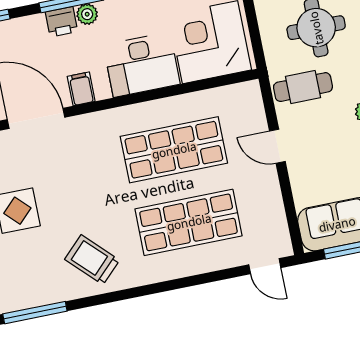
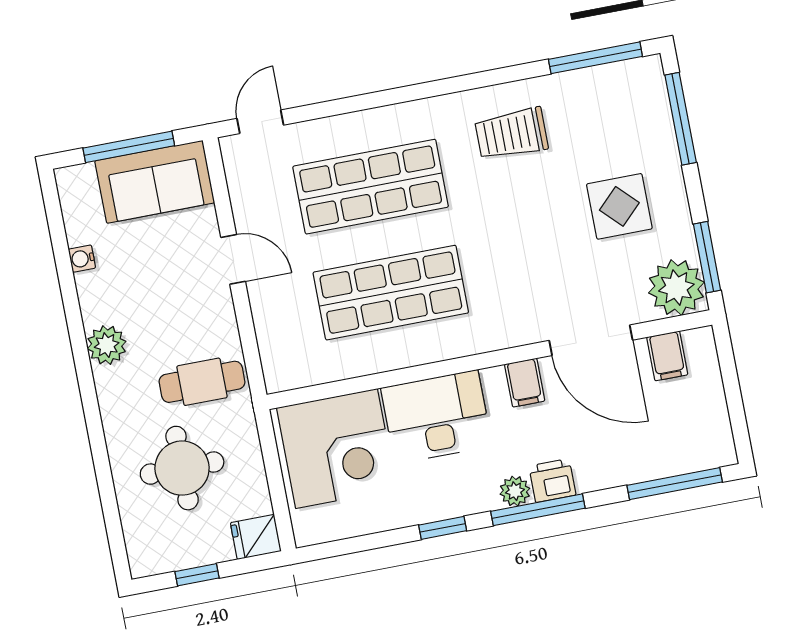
door: (277, 146) -> (233, 259), moved
trolley: (92, 260) -> (511, 134), turned 135
door: (265, 266) -> (260, 122), hinge flipped

